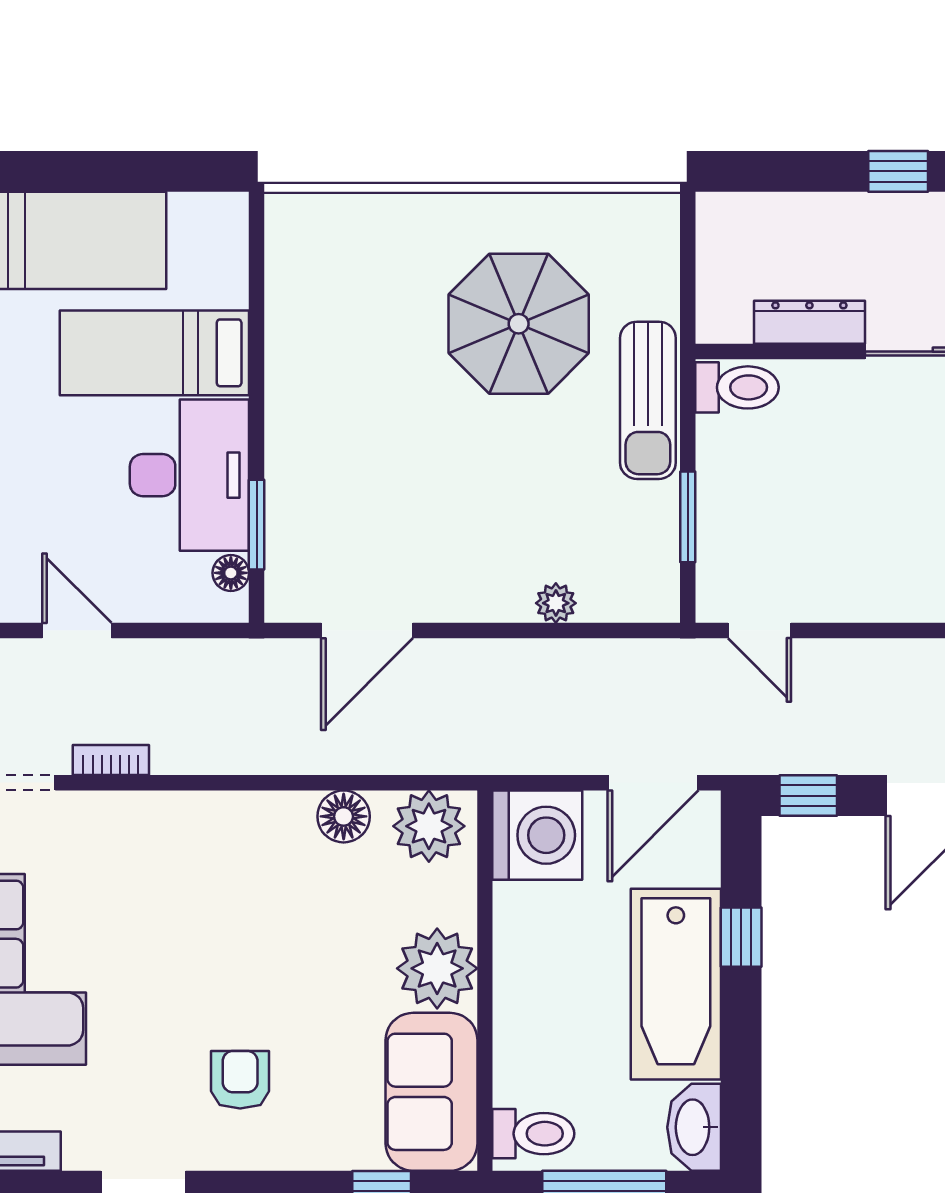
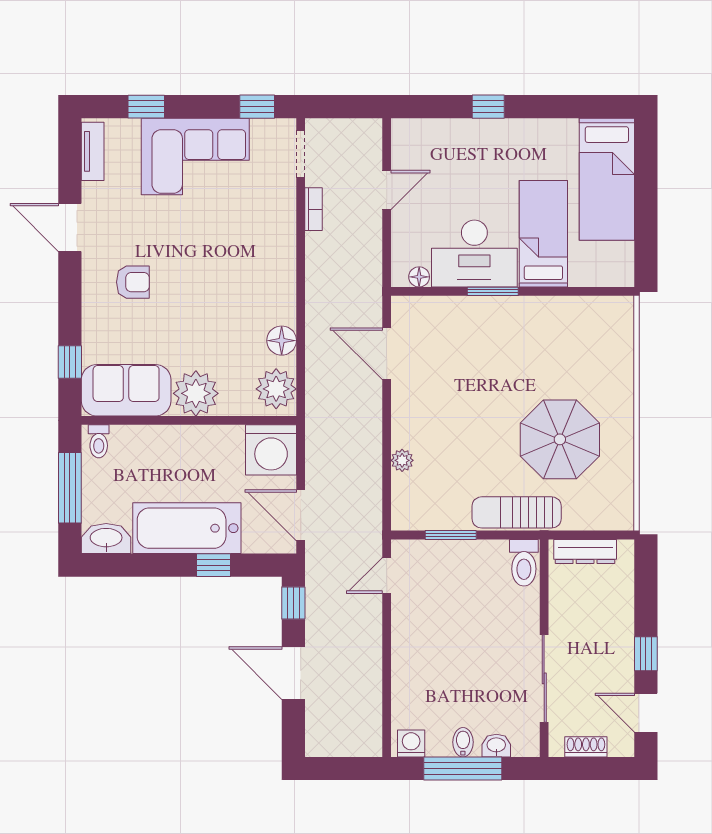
dresser: (809, 322) -> (585, 551), moved, turned 90
window: (257, 525) -> (493, 291), moved
toilet: (533, 1134) -> (99, 441), width x0.73, depth x0.72

